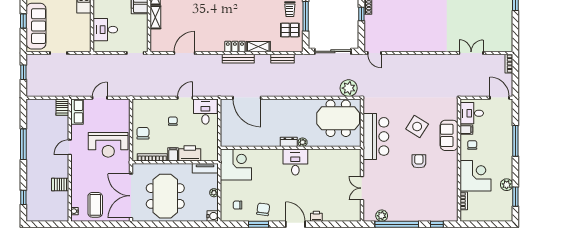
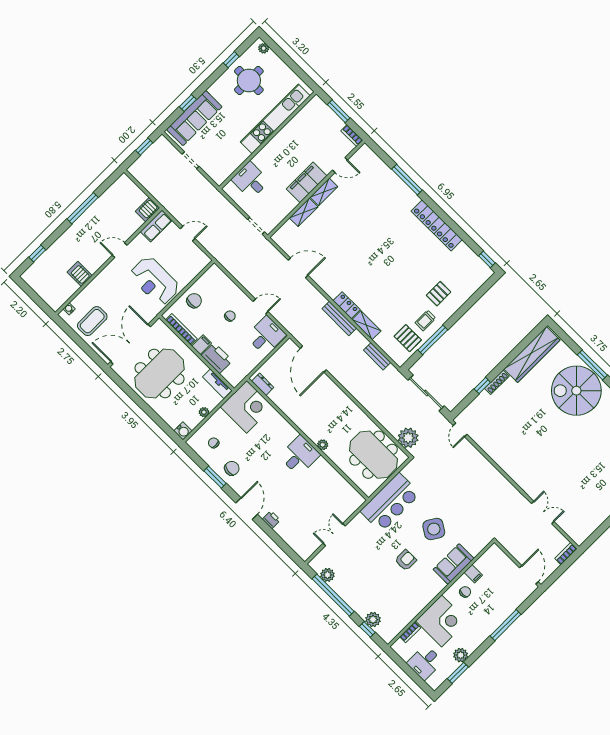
desk: (472, 113) -> (425, 662), moved, turned -90
dresser: (289, 142) -> (263, 384), moved
plant: (434, 215) -> (373, 620), added

